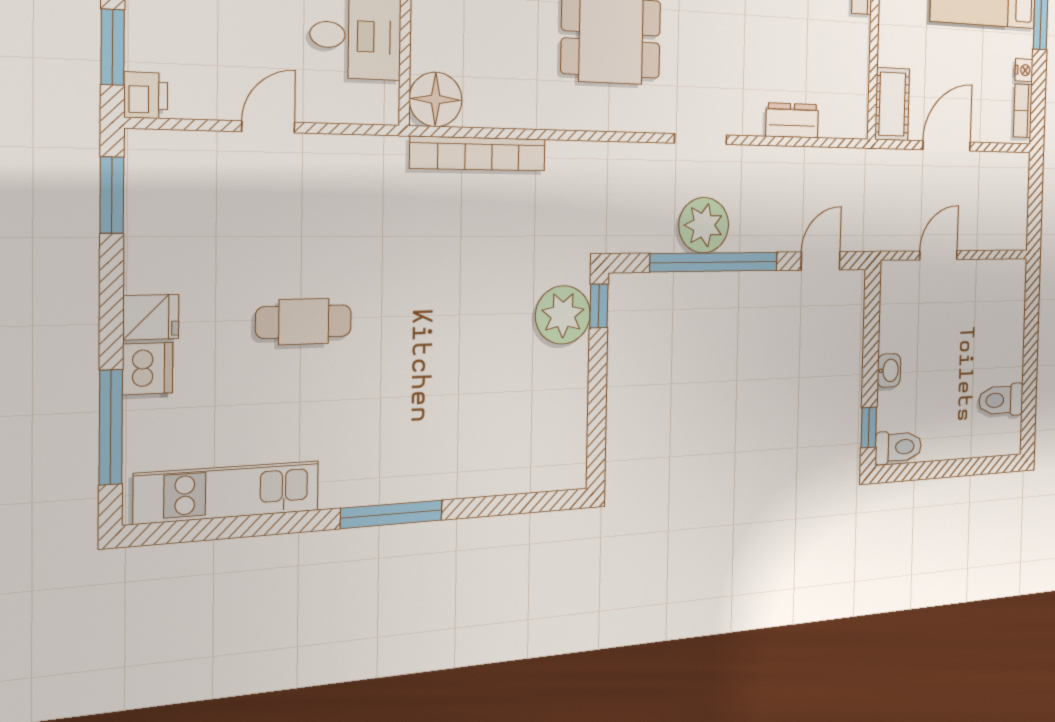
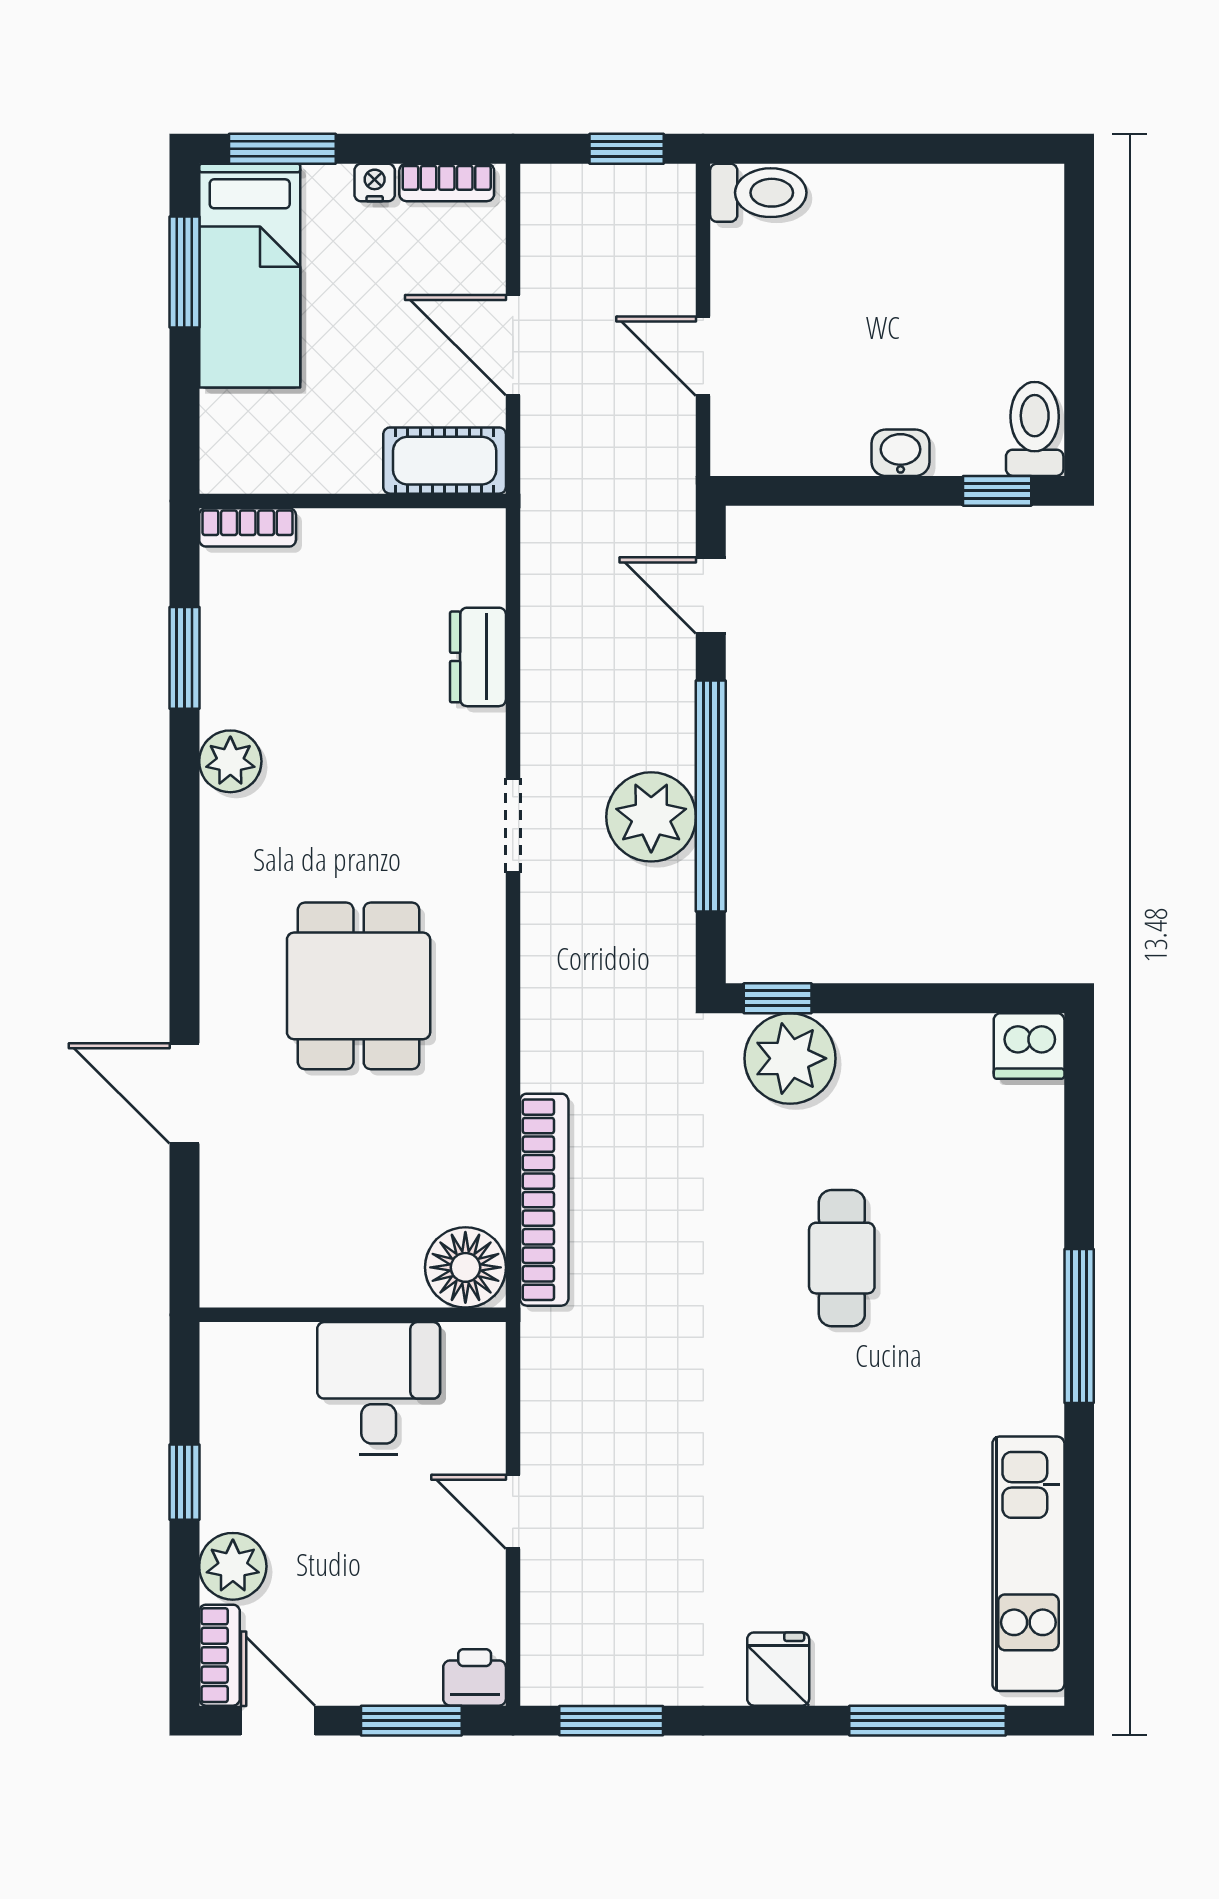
window: (1035, 212) -> (627, 149), added
cafe table: (304, 322) -> (842, 1258), moved
dishwasher: (148, 369) -> (1029, 1046), moved, turned 180
toilet: (1001, 400) -> (758, 193), moved, turned -90

